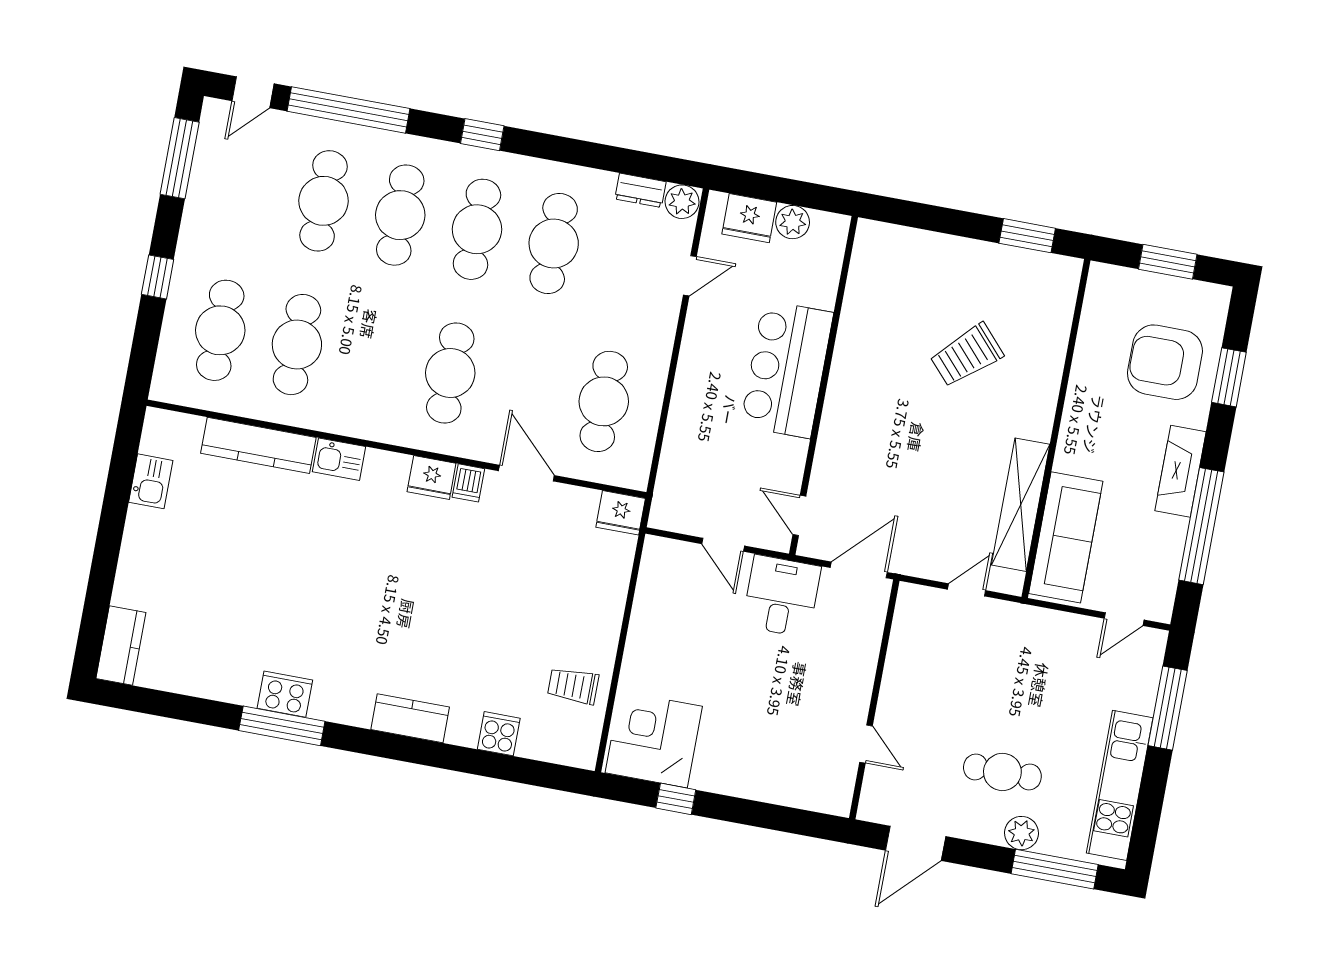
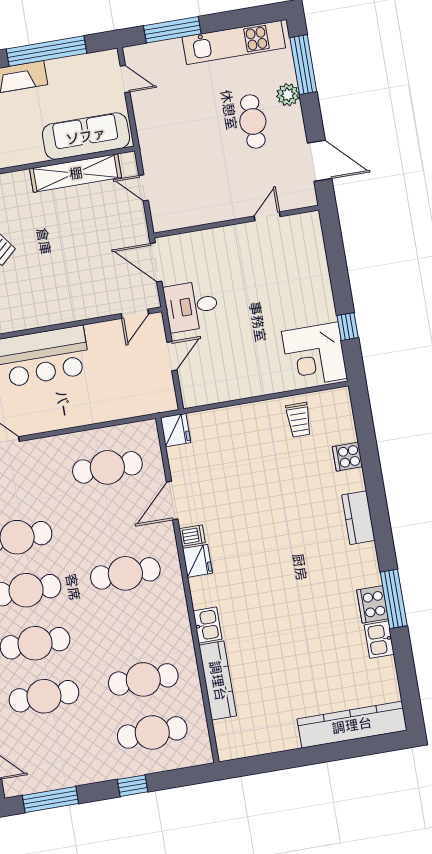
kitchen sink: (151, 481) -> (379, 640), moved, turned -90
kitchen counter: (121, 645) -> (352, 725), width x2.08, depth x1.17

